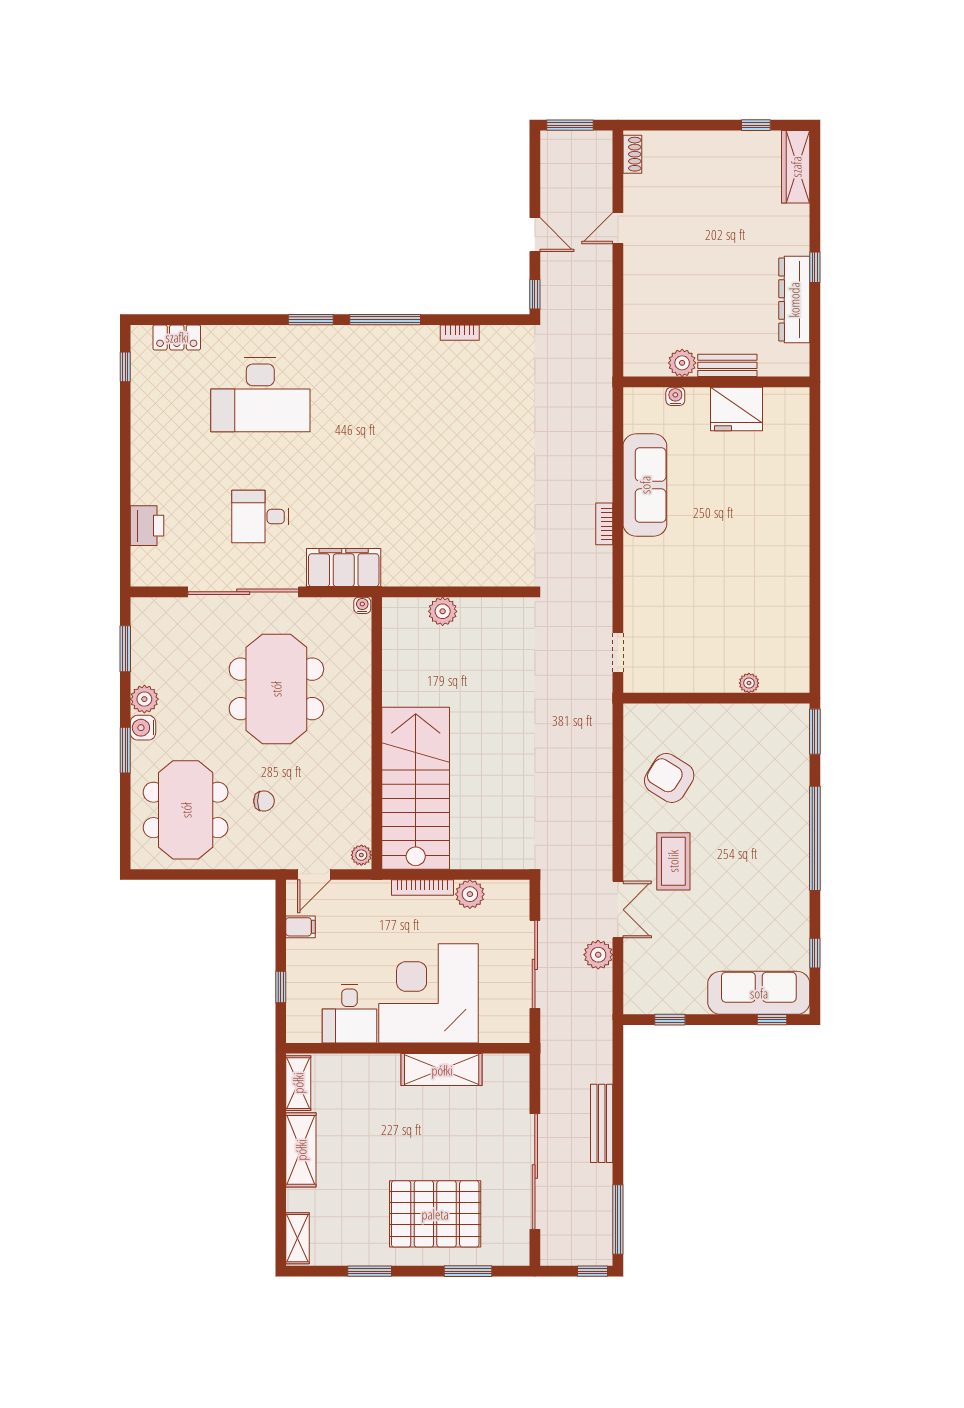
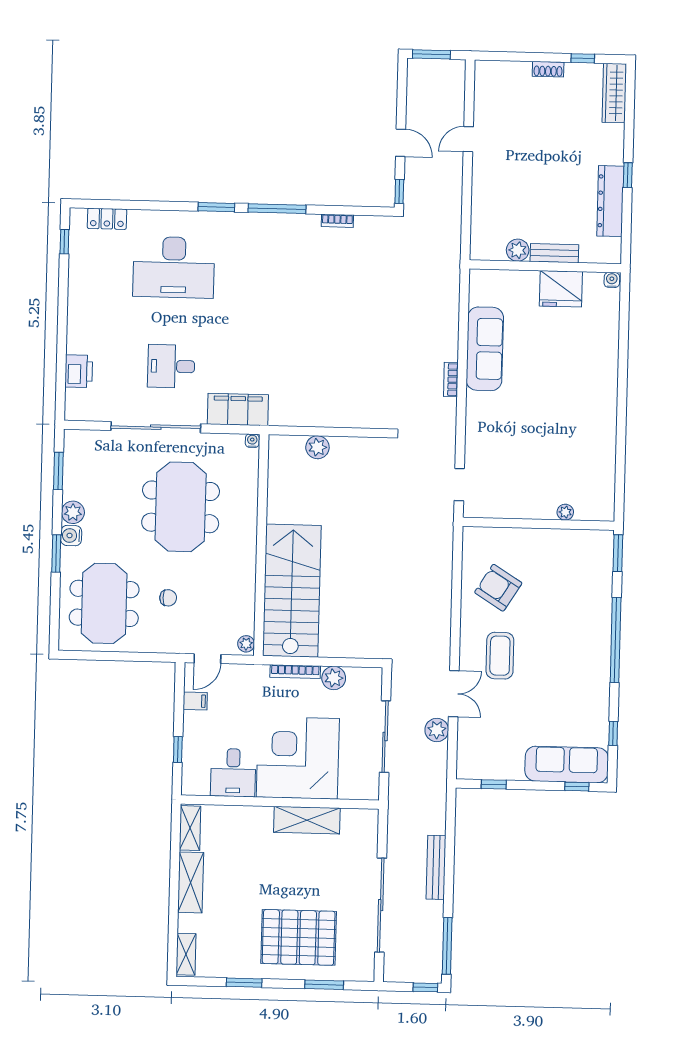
shoe rack: (632, 154) -> (548, 69), moved, turned 90
water cooler: (675, 396) -> (612, 280), moved

